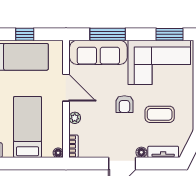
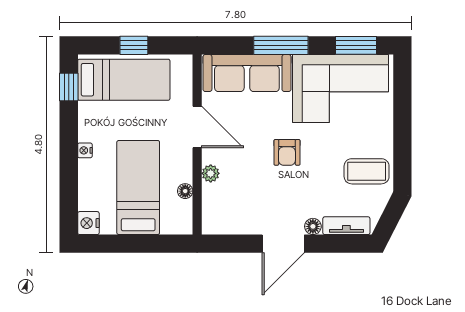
window: (108, 34) -> (281, 45), moved
coffee table: (160, 114) -> (367, 171), moved
bookcase: (73, 146) -> (209, 217), removed
floor lamp: (58, 153) -> (185, 191), moved

